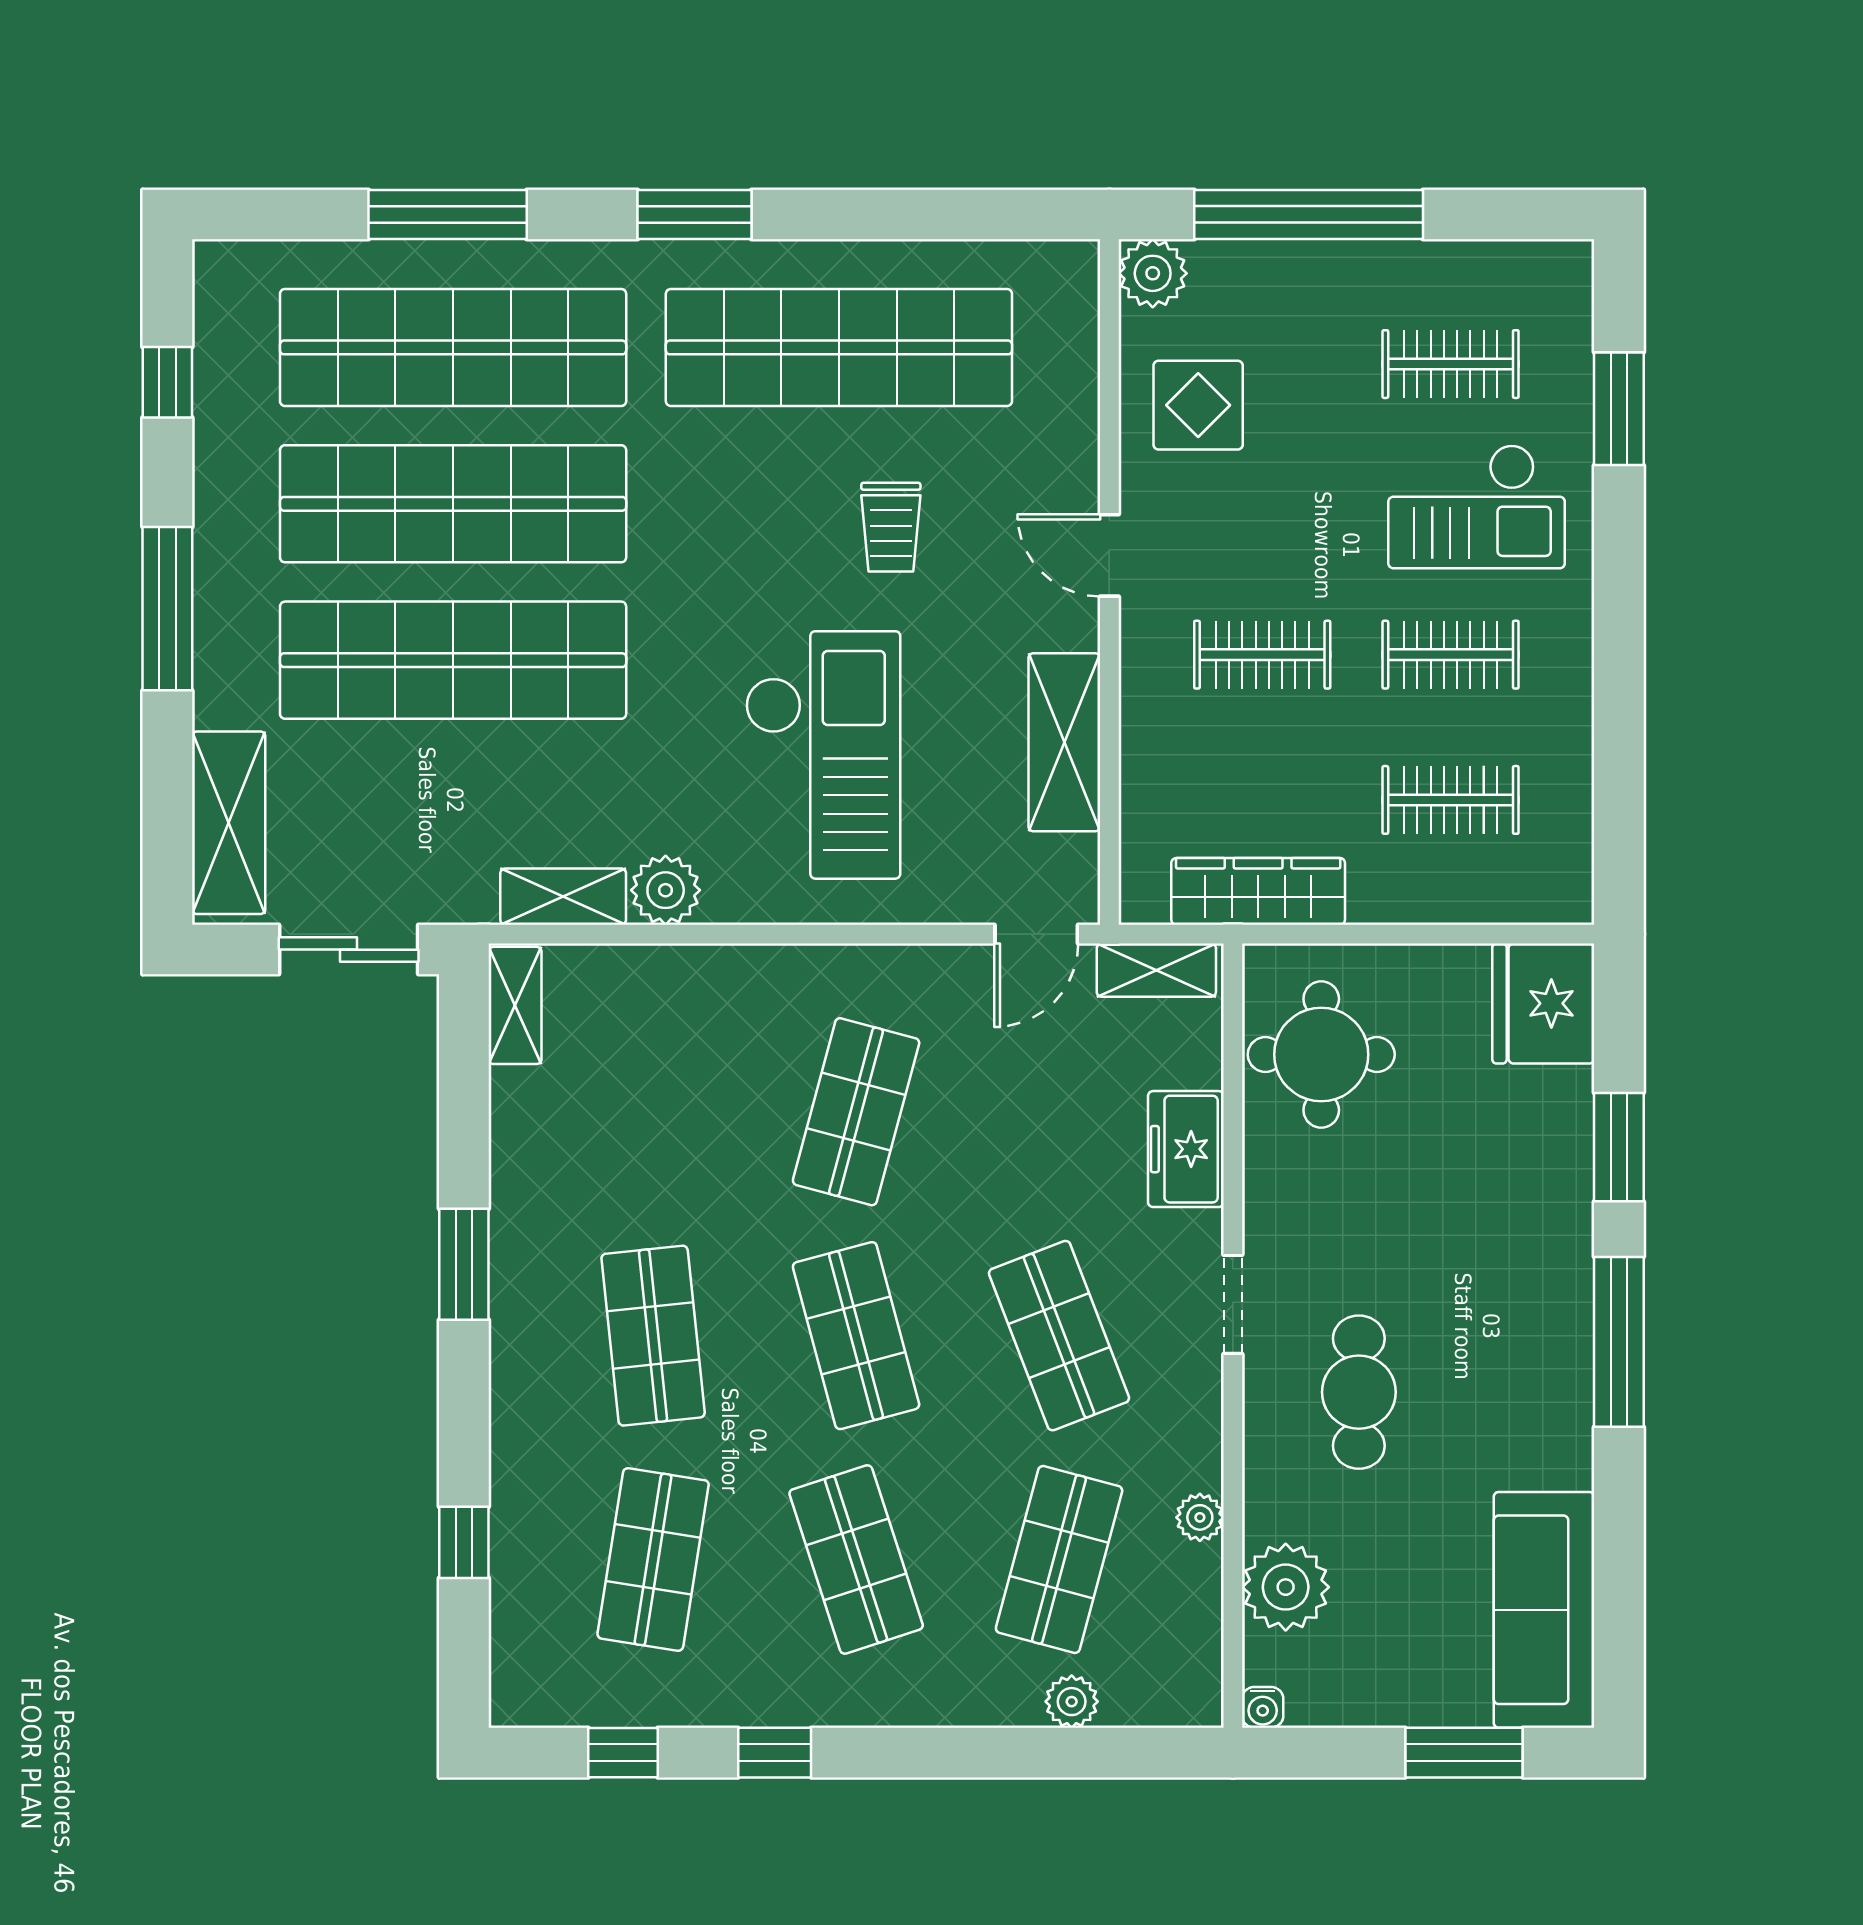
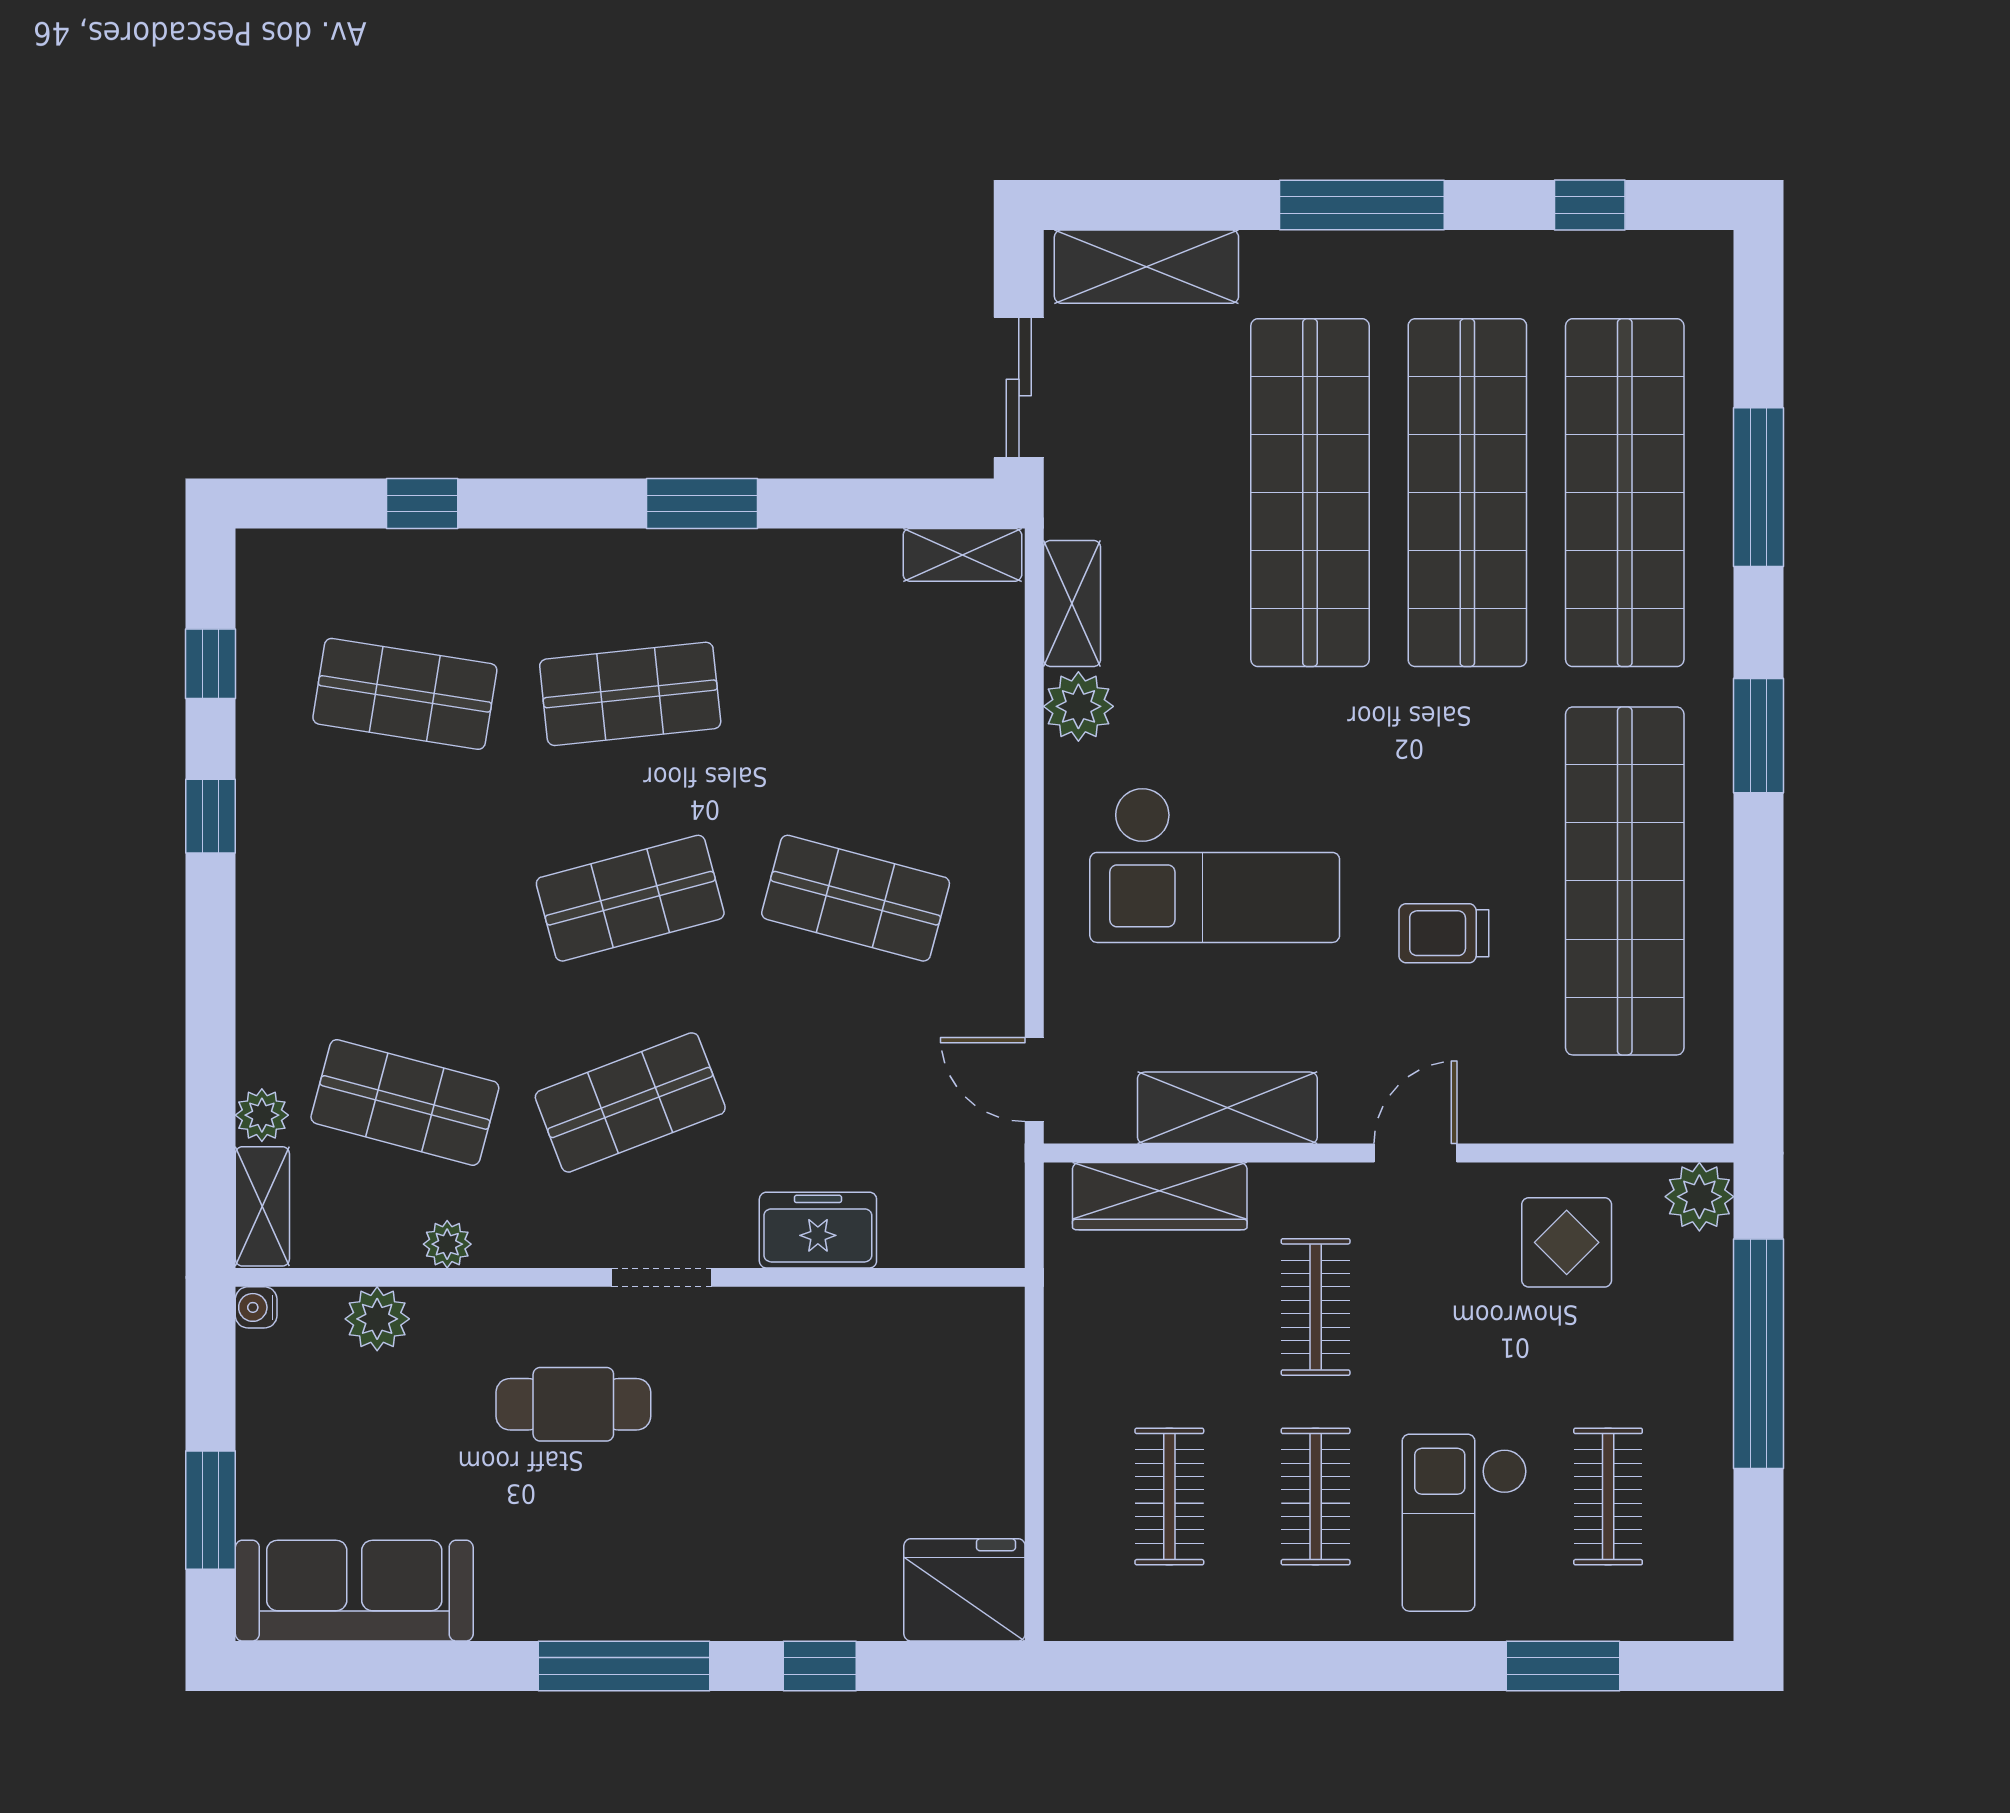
wardrobe: (1258, 891) -> (1160, 1196), moved, turned 90
shelving: (1156, 970) -> (262, 1206), moved
round table: (1321, 1055) -> (913, 1366), removed
window: (1619, 1147) -> (820, 1666), width x0.67
shop shelf: (856, 1559) -> (405, 898), removed
plant: (1286, 1587) -> (377, 1319), width x0.73, depth x0.73

